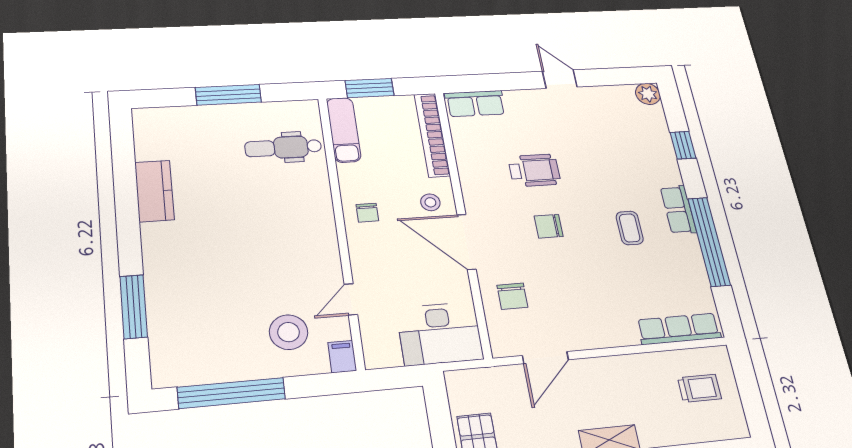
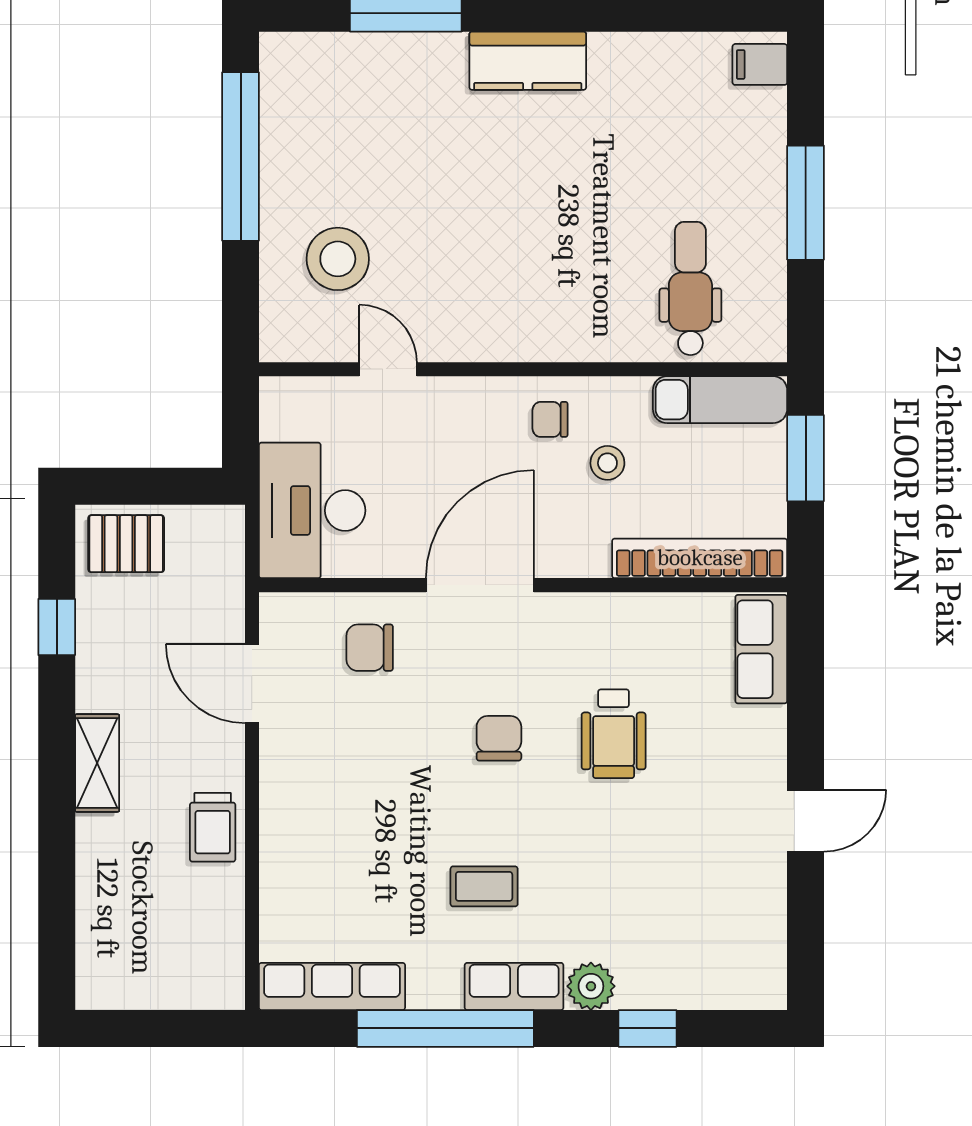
plant: (648, 94) -> (591, 986), moved
kitchen counter: (154, 191) -> (528, 61), moved
stool: (430, 202) -> (607, 463), moved
row of seats: (679, 329) -> (332, 986), moved, turned -90
filing cabinet: (342, 357) -> (760, 64), moved, turned 180
trolley: (699, 388) -> (213, 827), moved

